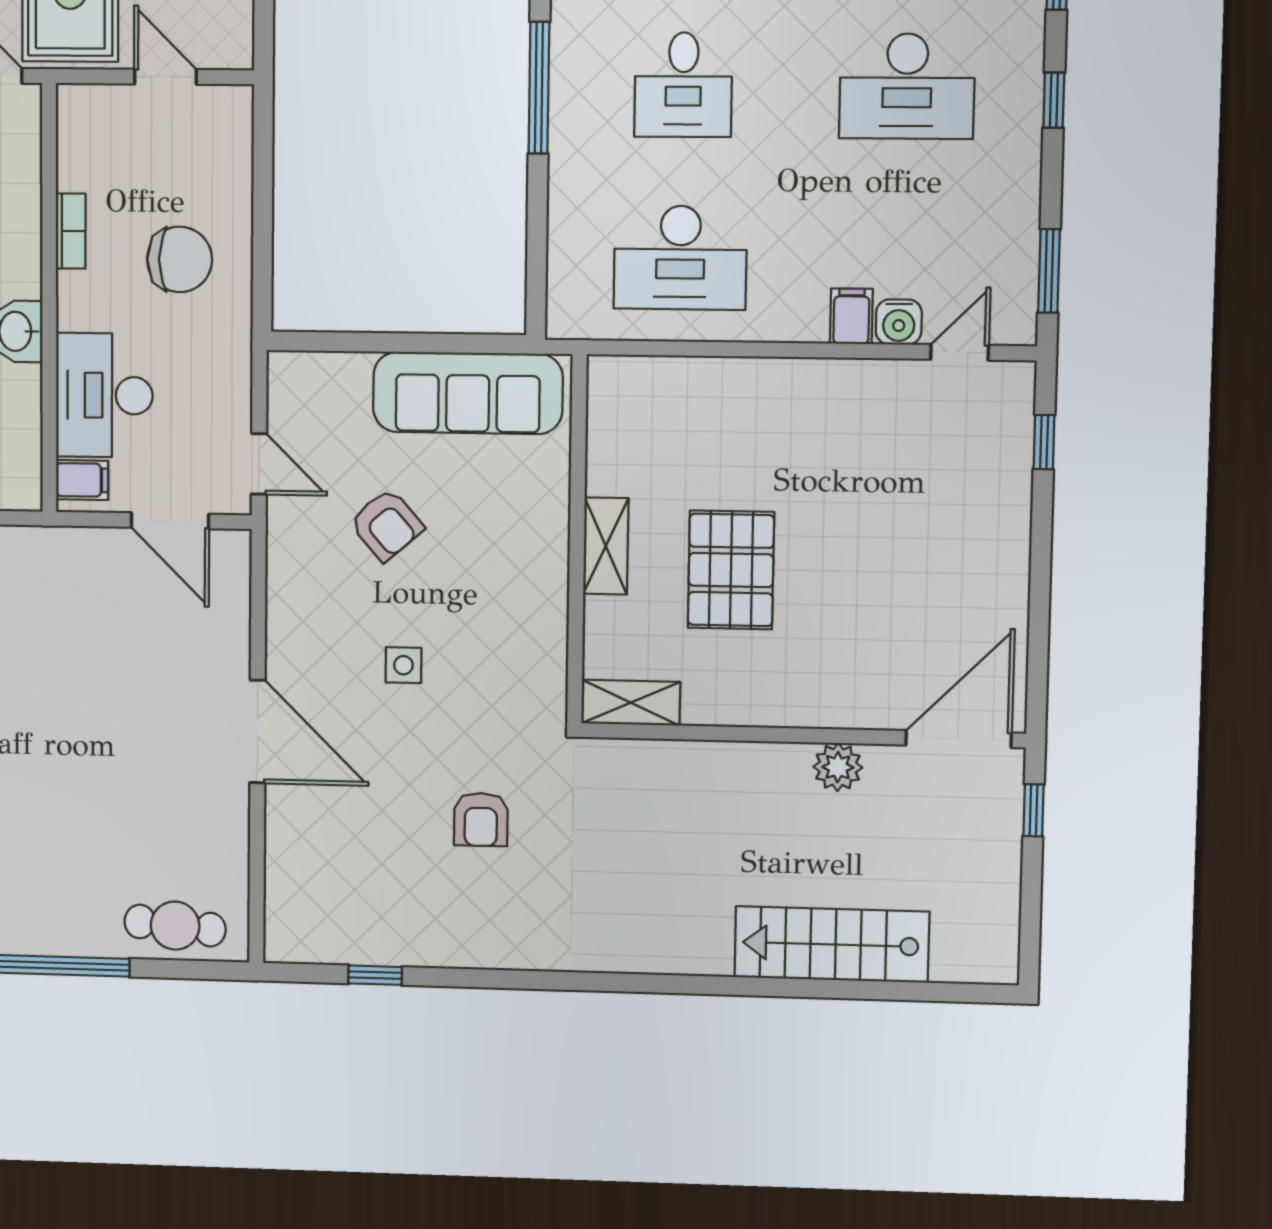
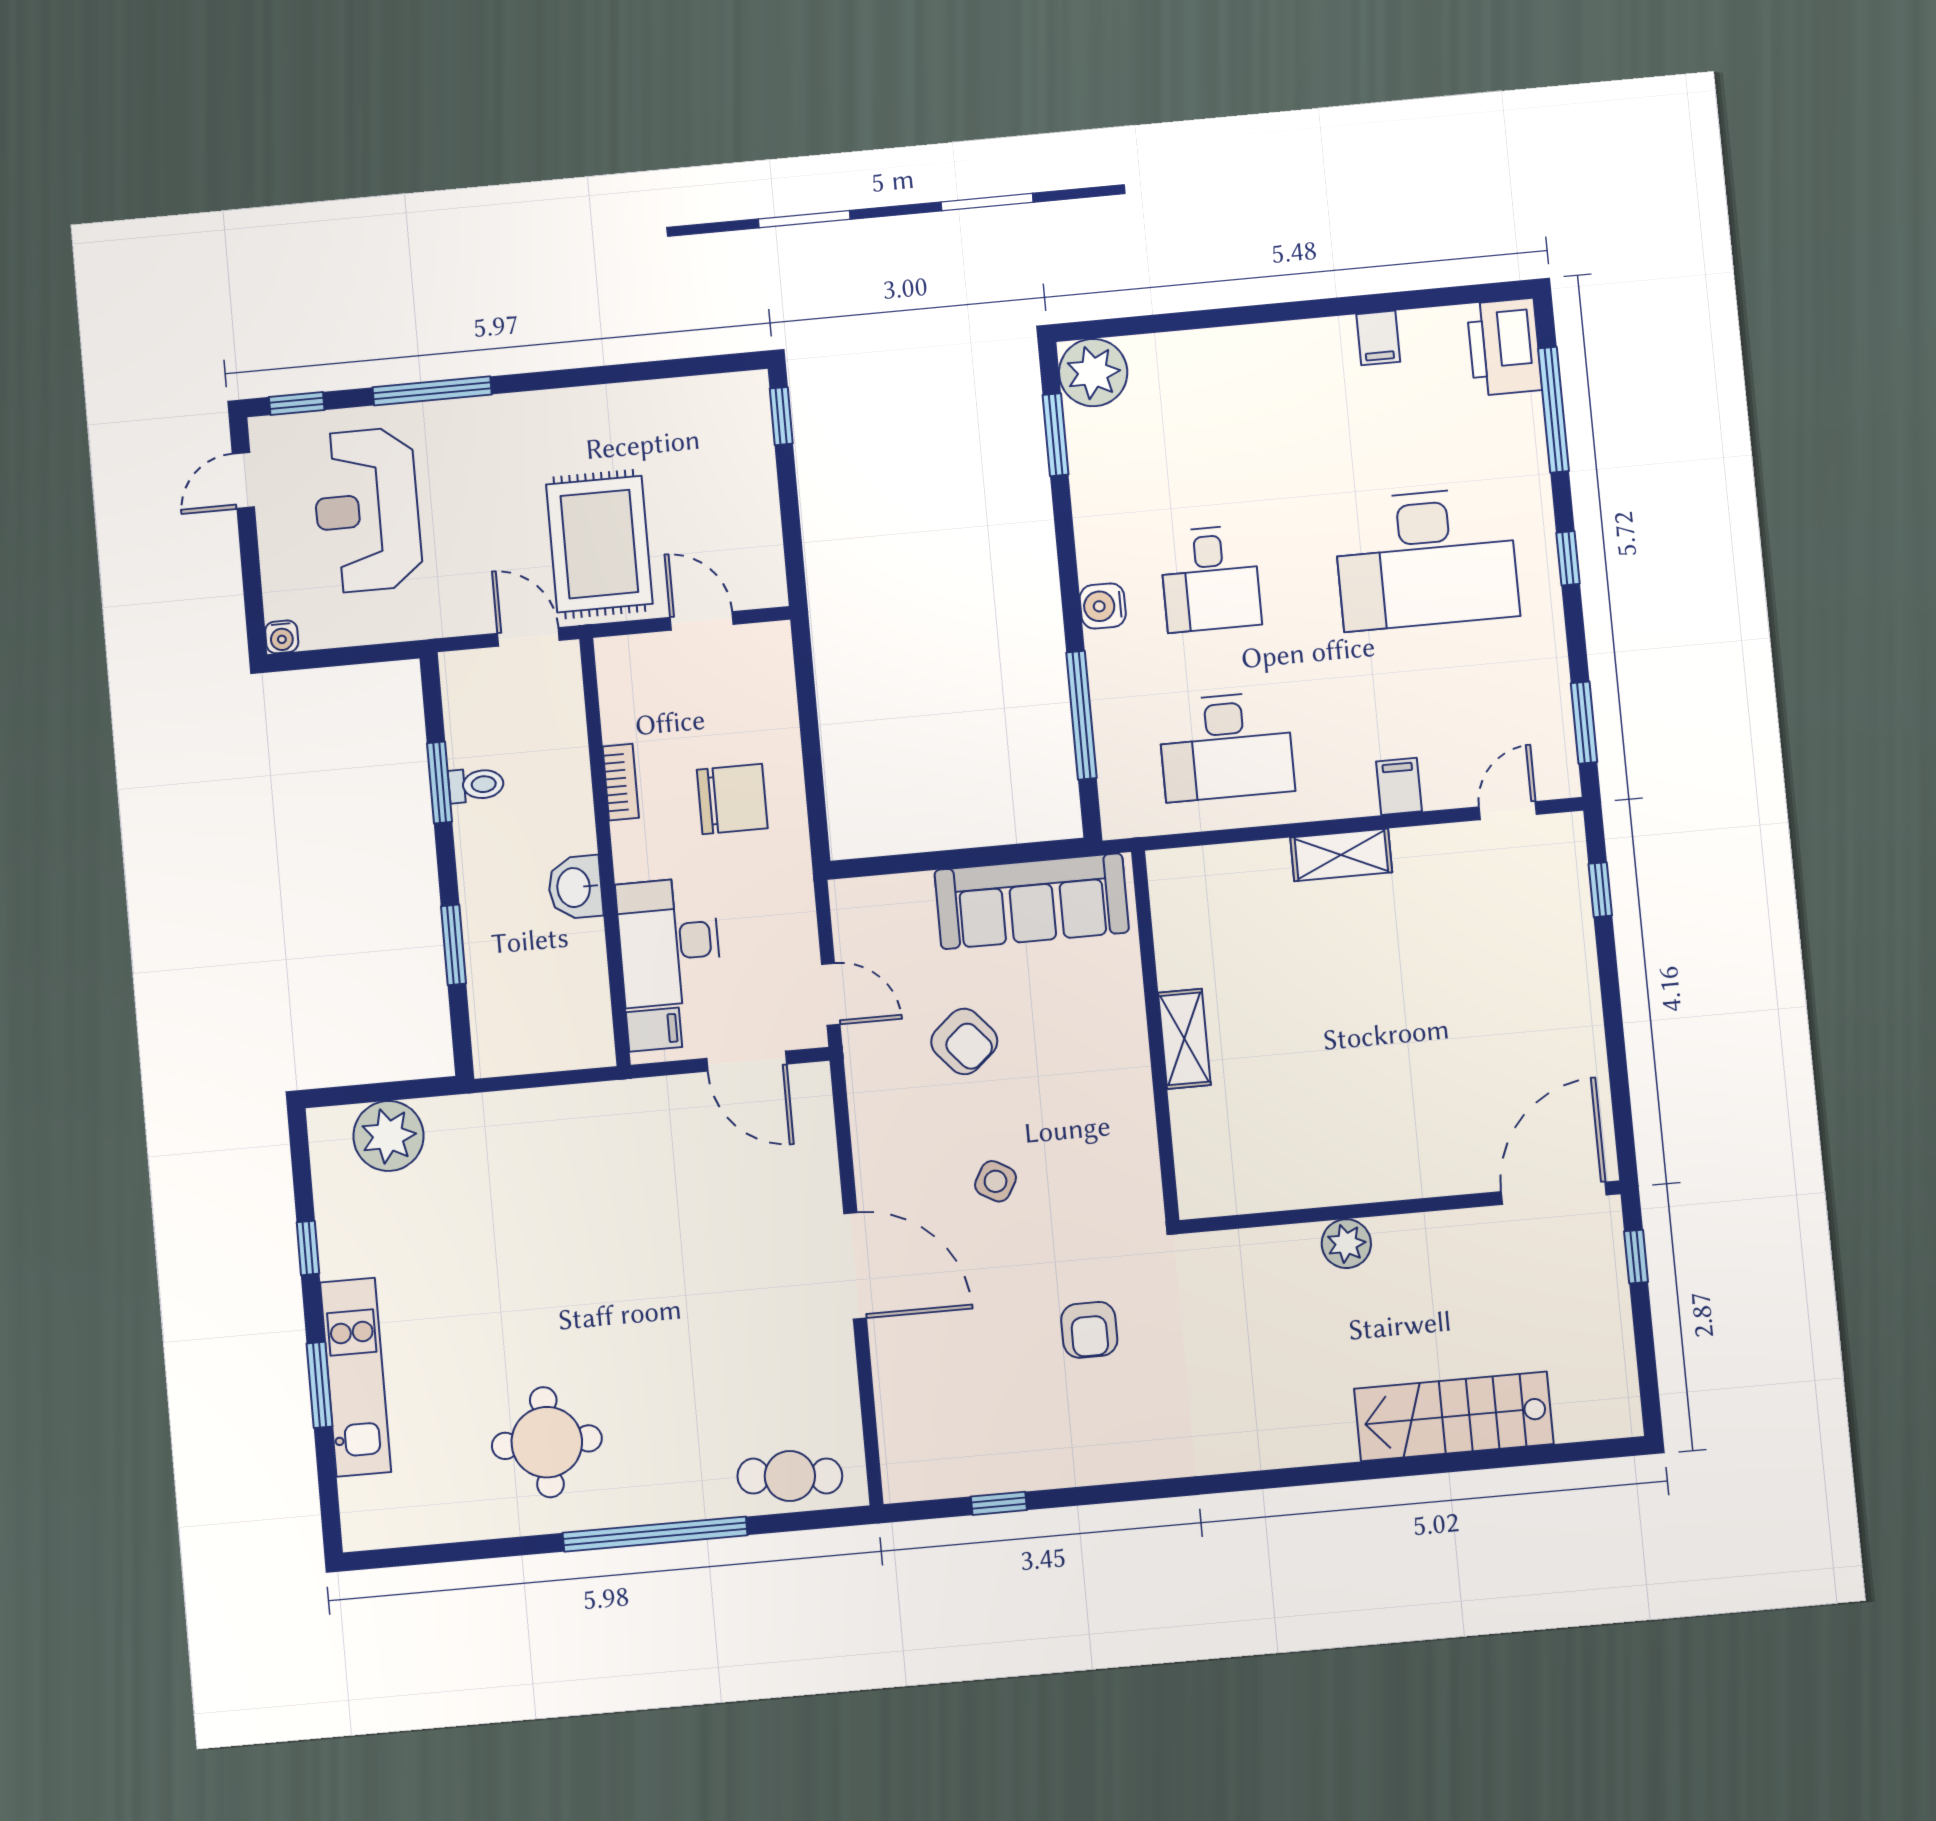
desk: (907, 86) -> (1426, 559), width x1.36, depth x1.30
window: (539, 88) -> (1081, 715), moved
water cooler: (899, 322) -> (1103, 606), moved, turned 90
pallet: (731, 570) -> (1310, 1049), removed
side table: (403, 665) -> (996, 1181), turned 30
shelving: (631, 703) -> (1341, 855), moved
plant: (838, 767) -> (1346, 1244), moved

